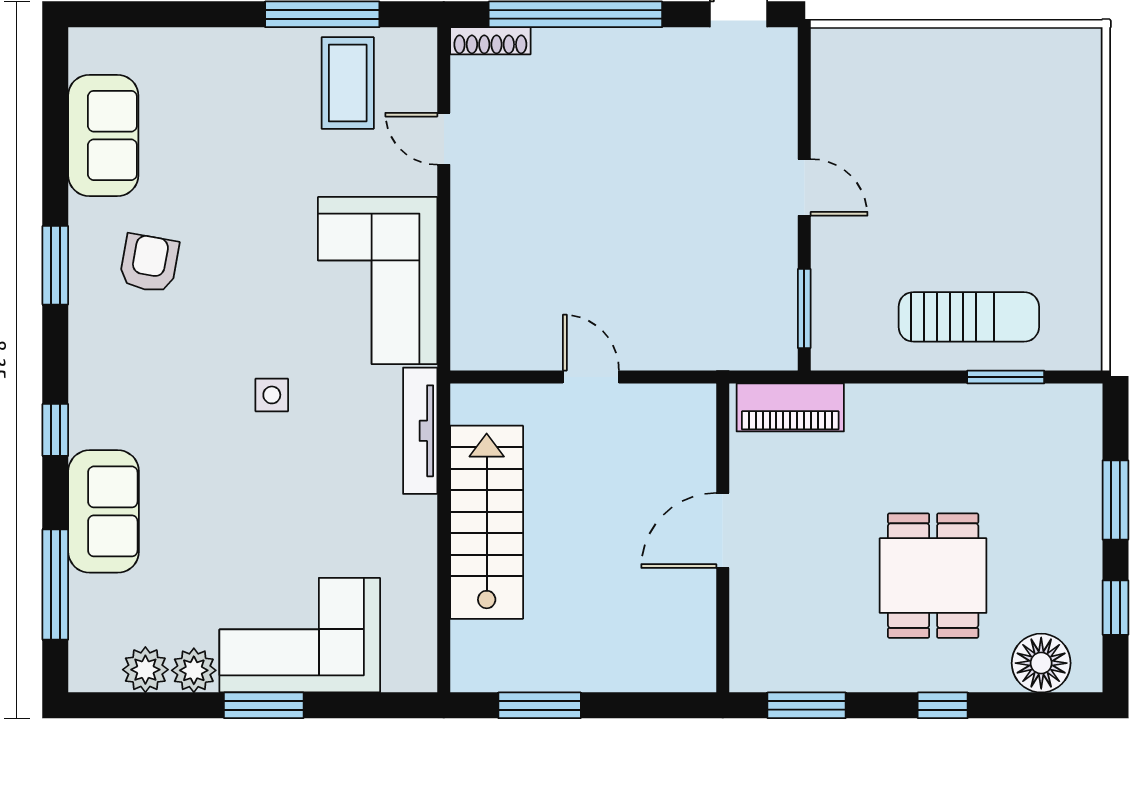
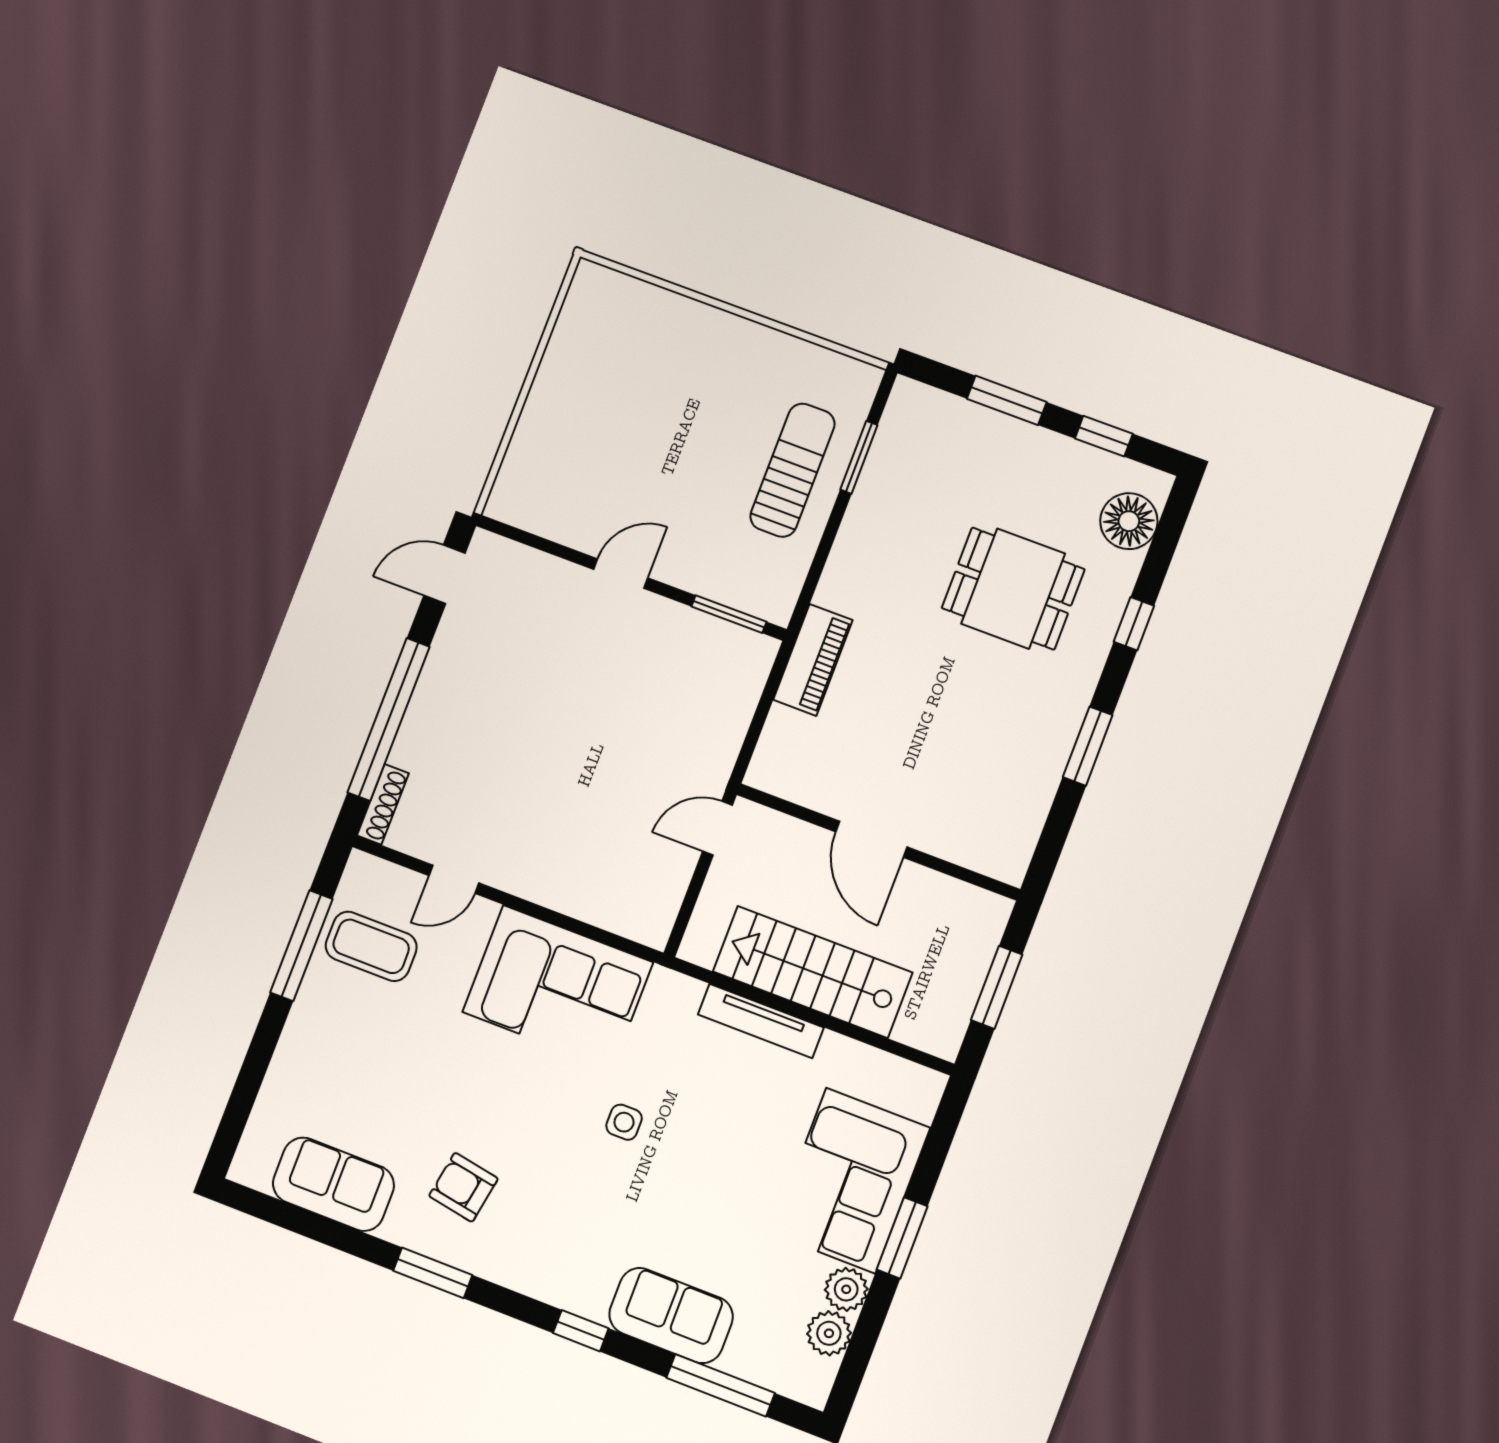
tv unit: (420, 431) -> (761, 1021), moved
door: (723, 530) -> (871, 839), moved
wall: (723, 538) -> (878, 842), moved

